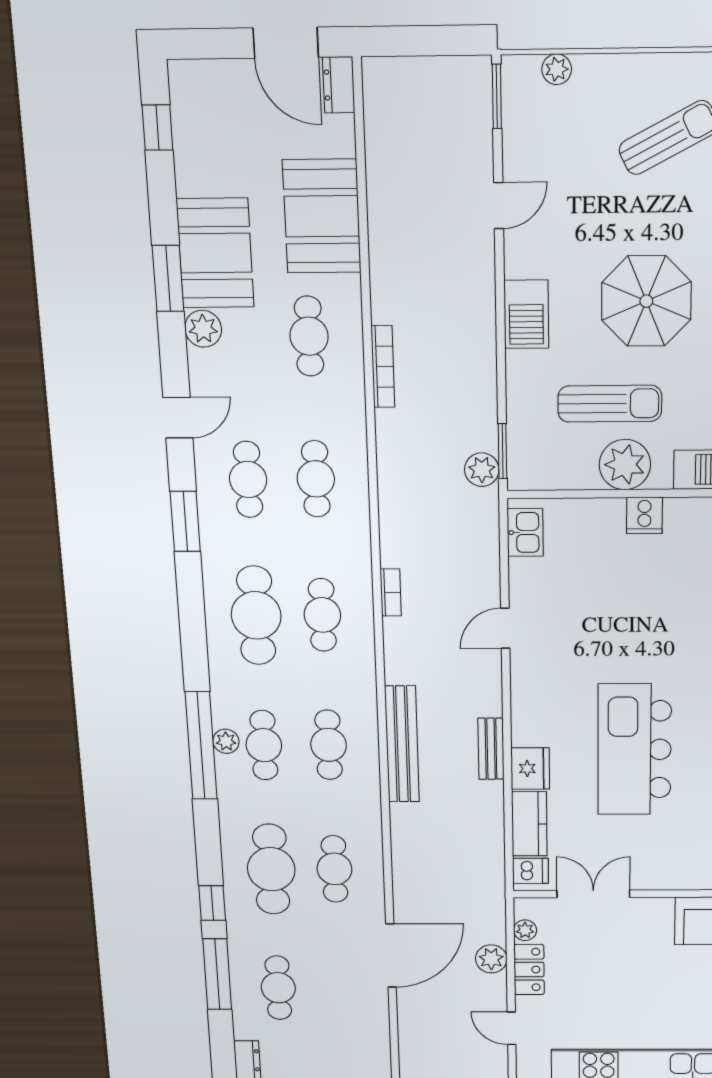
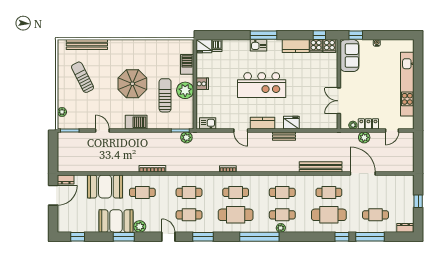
bench: (402, 744) -> (321, 167), moved
window: (201, 746) -> (259, 237), moved
kitchen island: (634, 750) -> (262, 85), moved
kitchen counter: (529, 824) -> (263, 123), moved
dishwasher: (530, 871) -> (330, 123), removed

